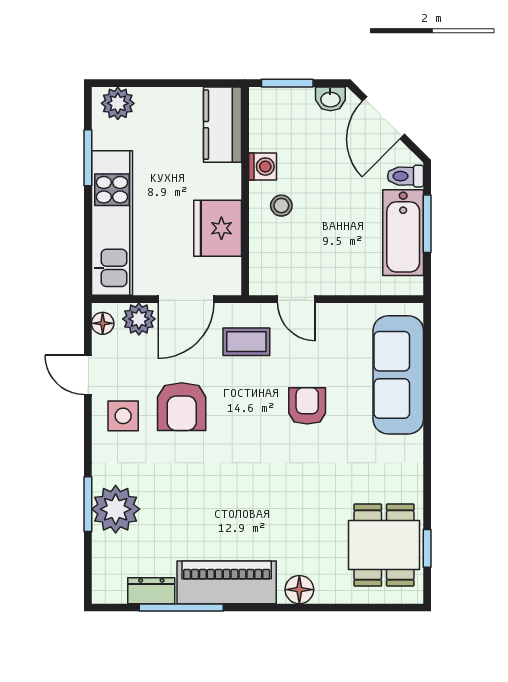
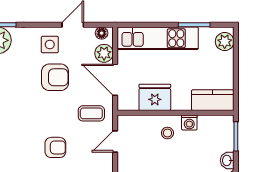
coffee table: (246, 342) -> (91, 113), turned 90
armchair: (182, 407) -> (55, 77), turned 180

